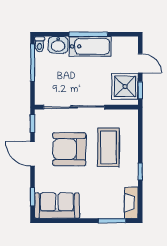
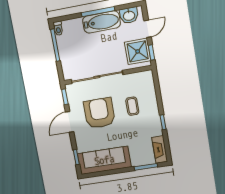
washbasin: (58, 45) -> (129, 15), moved
door: (140, 63) -> (148, 29), hinge flipped
coffee table: (108, 147) -> (132, 106), width x0.54, depth x0.58
armchair: (69, 149) -> (99, 113), turned 90
door: (32, 154) -> (70, 122), hinge flipped
sofa: (57, 206) -> (104, 160), width x1.36

